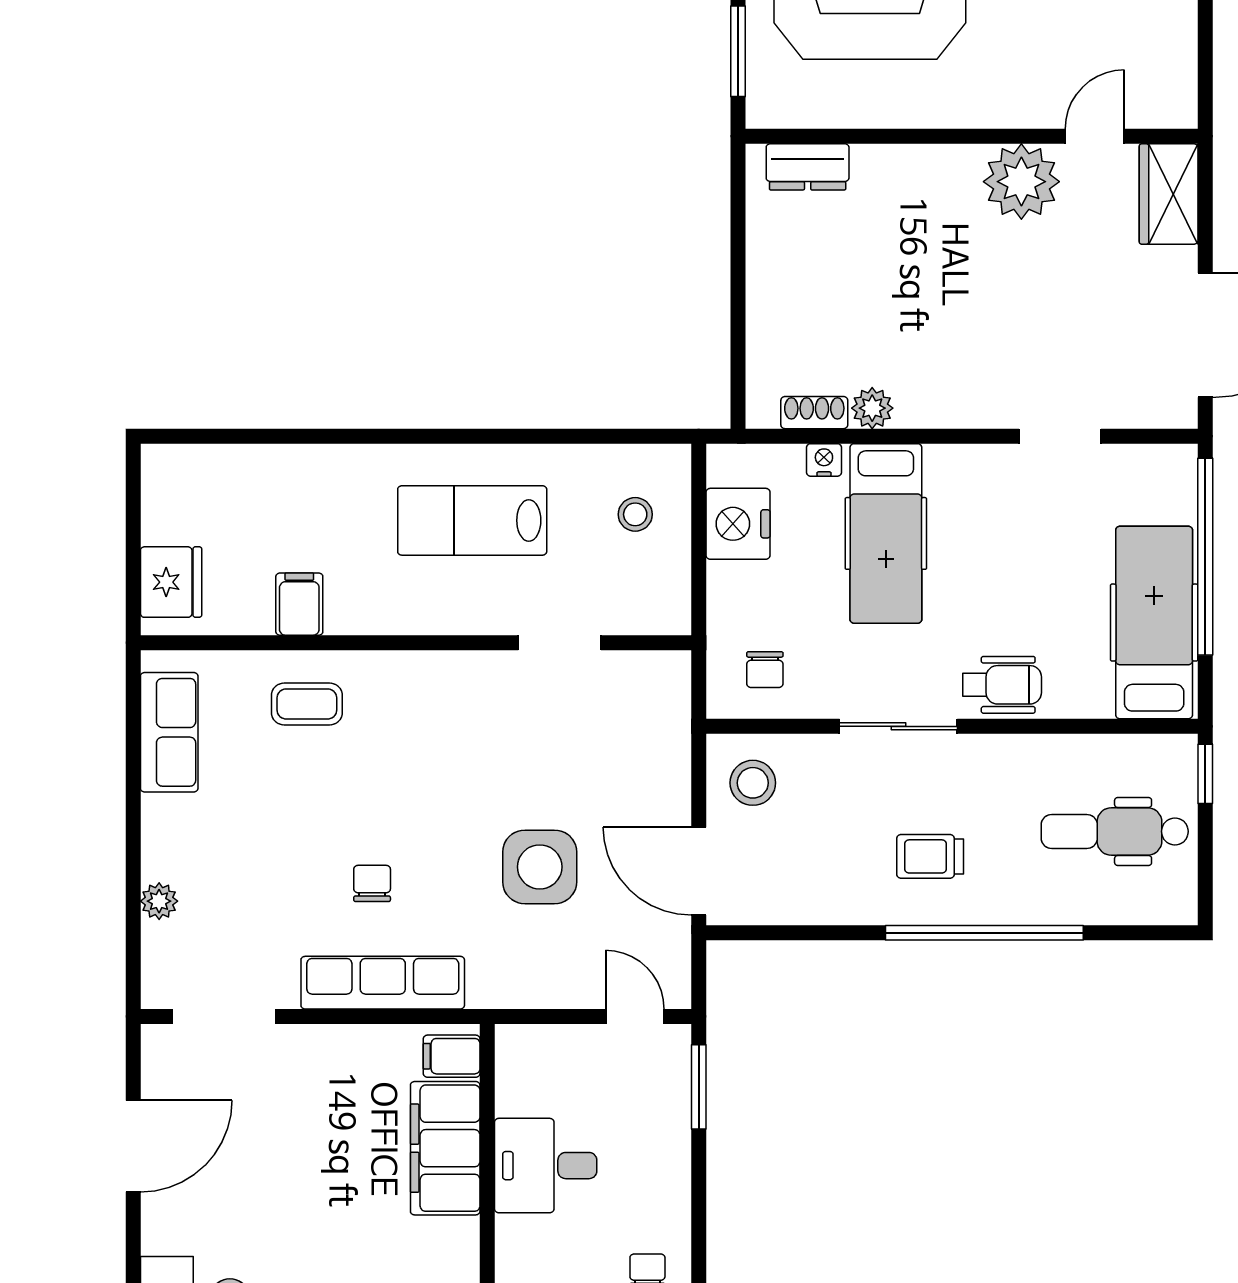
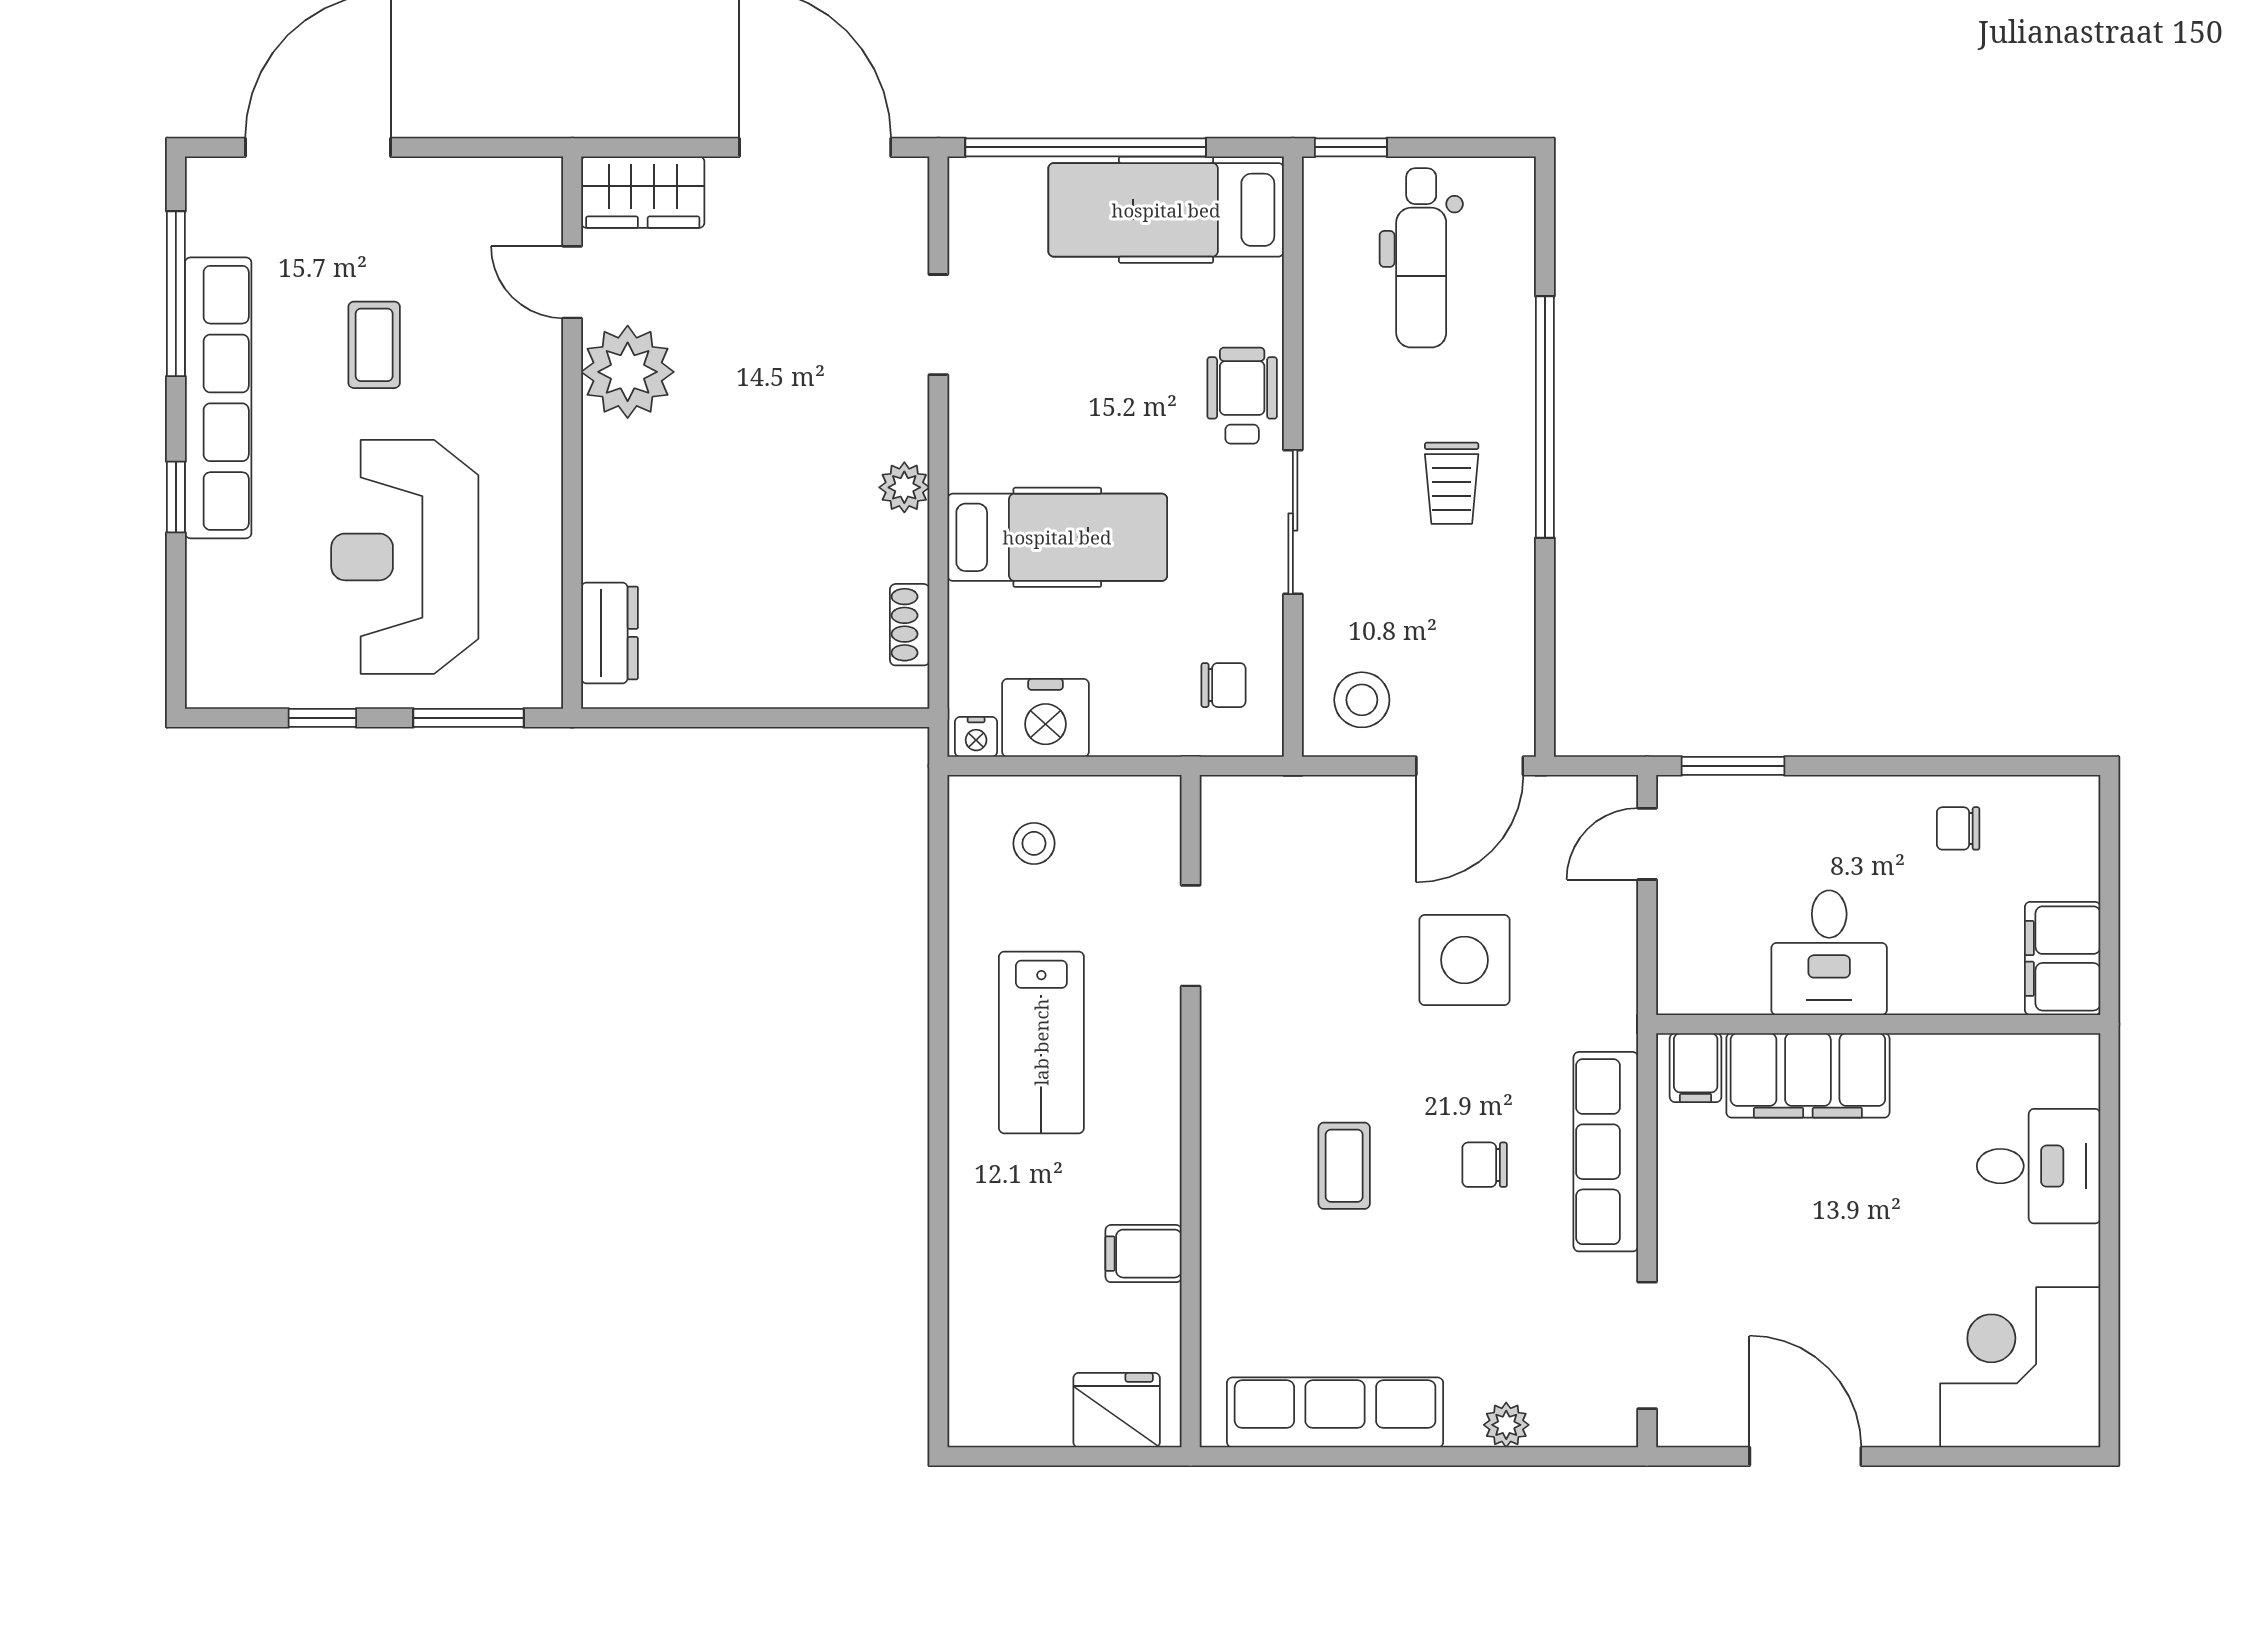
plant: (872, 408) -> (904, 487), moved
nightstand: (824, 460) -> (976, 737), moved, turned -90
coffee table: (307, 704) -> (1344, 1166), moved
row of seats: (169, 732) -> (1335, 1412), width x1.48

